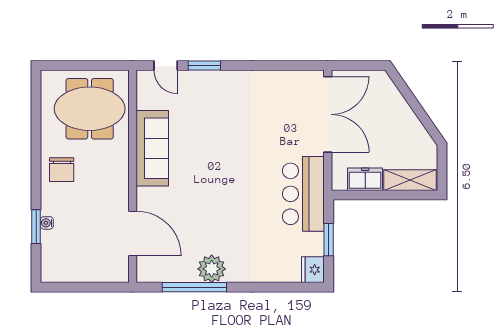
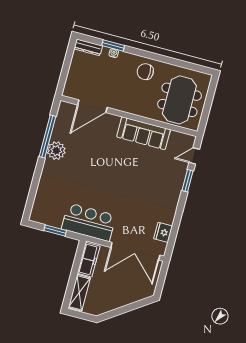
freezer: (365, 179) -> (89, 260), width x1.40
dresser: (48, 262) -> (88, 47), added
fridge: (313, 270) -> (163, 232), moved, turned -90

